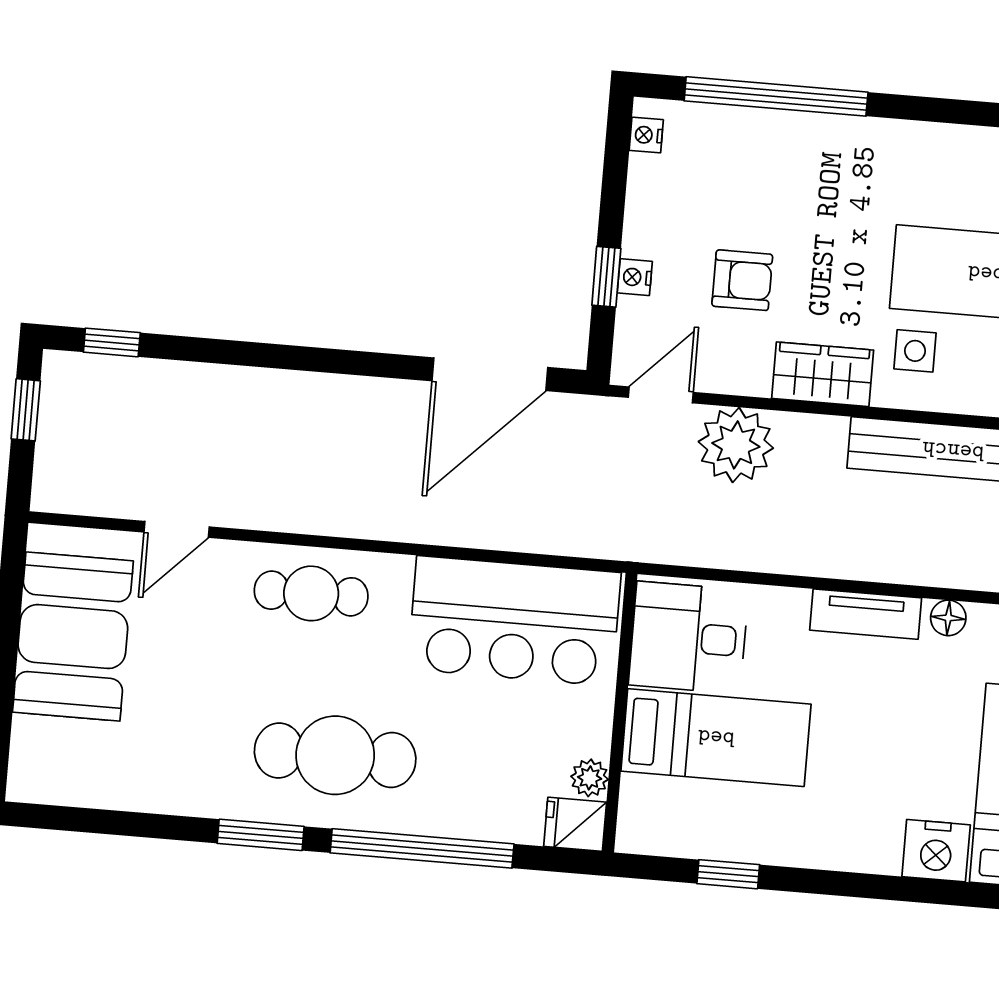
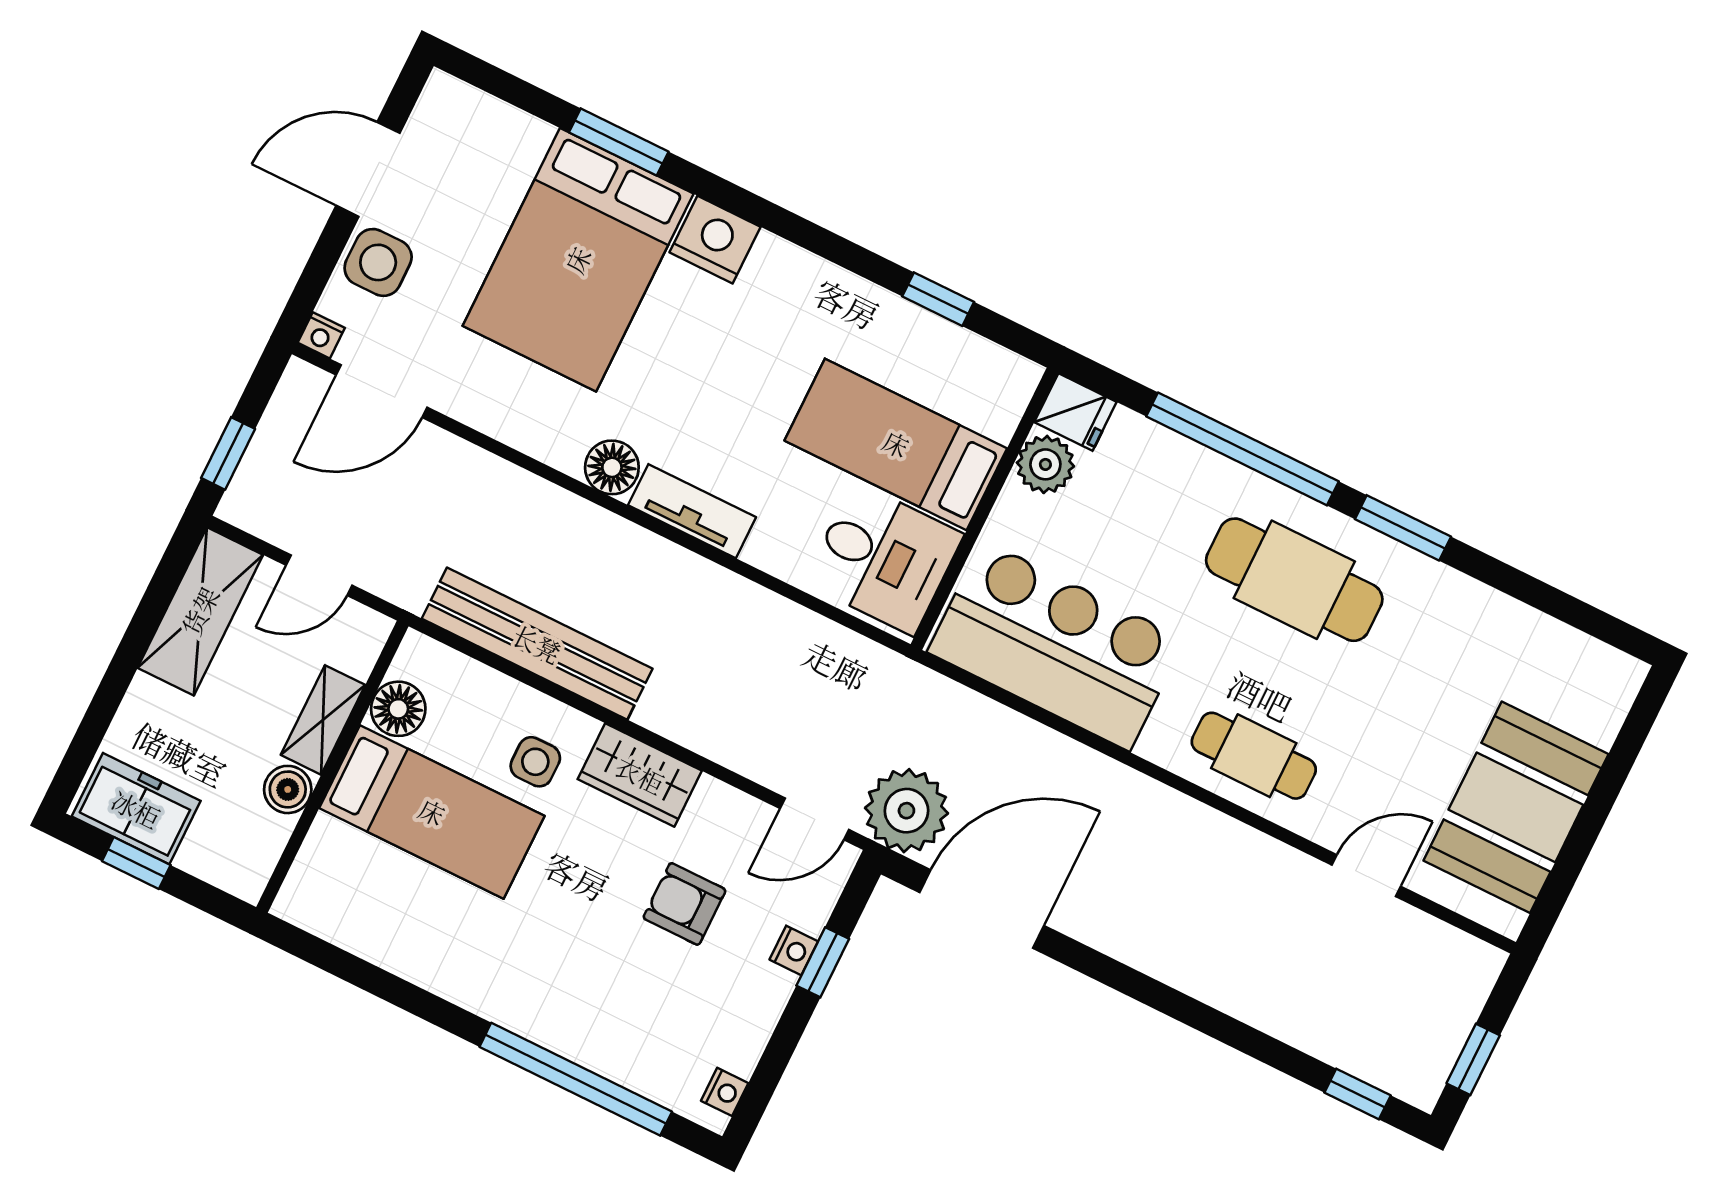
plant: (736, 445) -> (906, 811), moved
floor lamp: (948, 618) -> (612, 467), width x1.37, depth x1.37
plant: (590, 778) -> (1045, 464), width x1.38, depth x1.38

